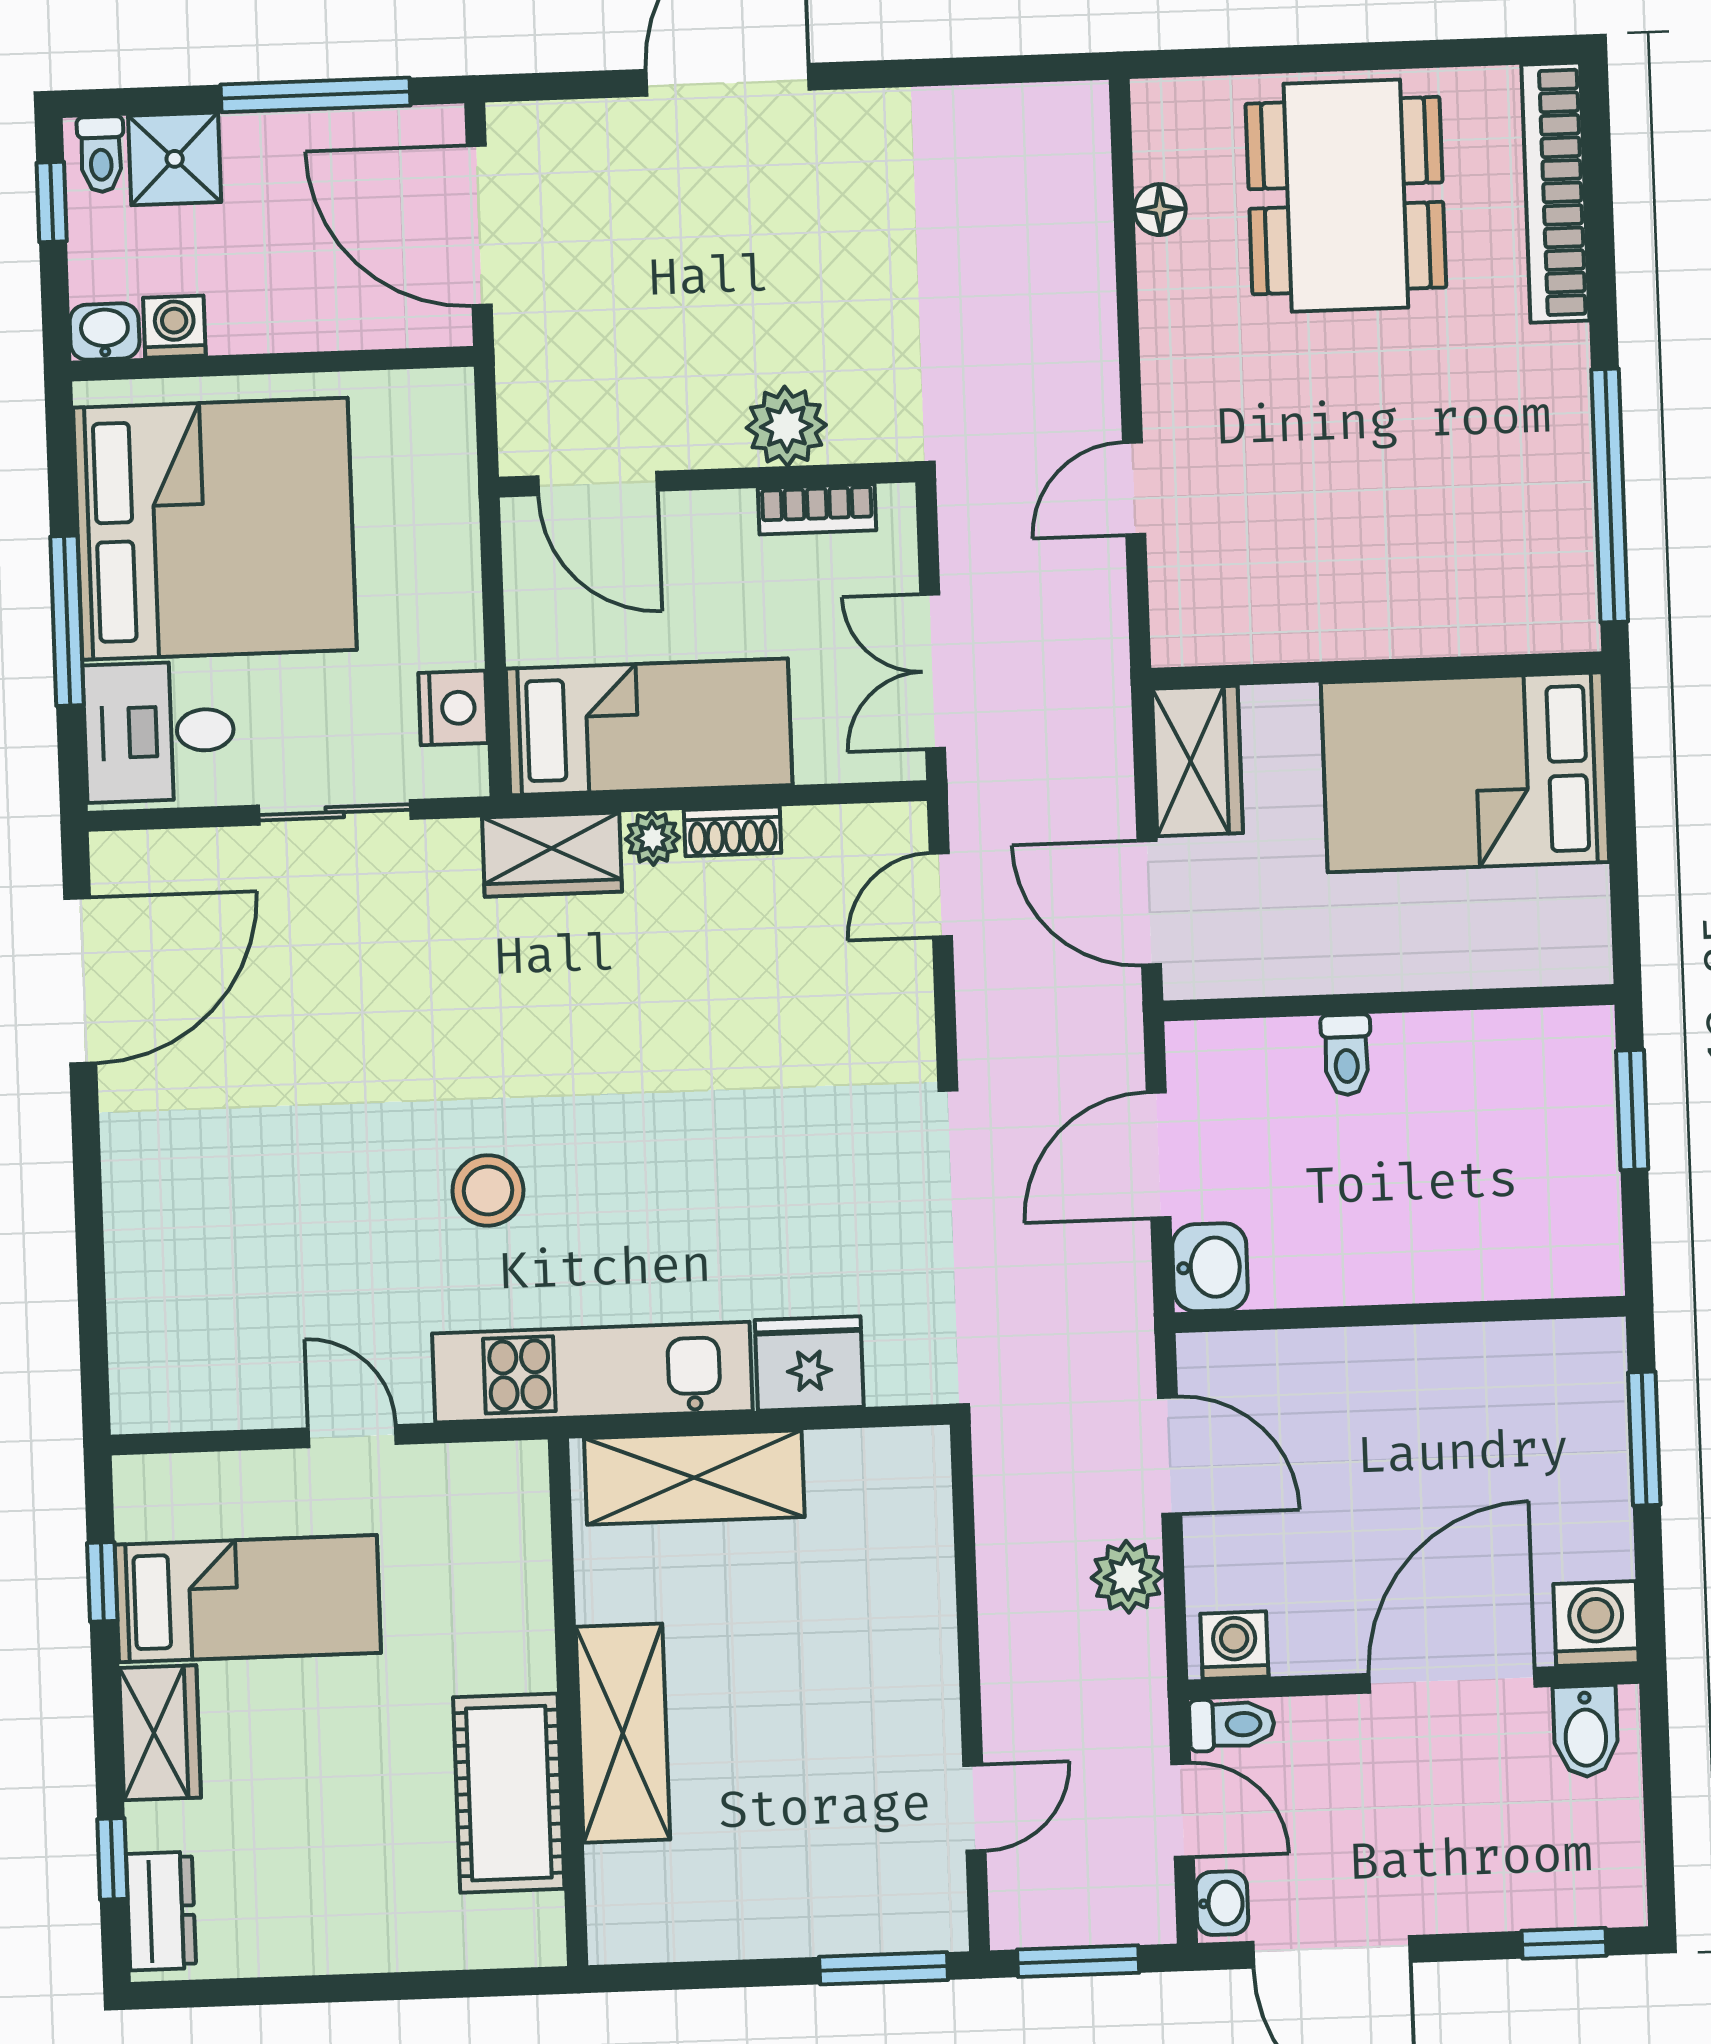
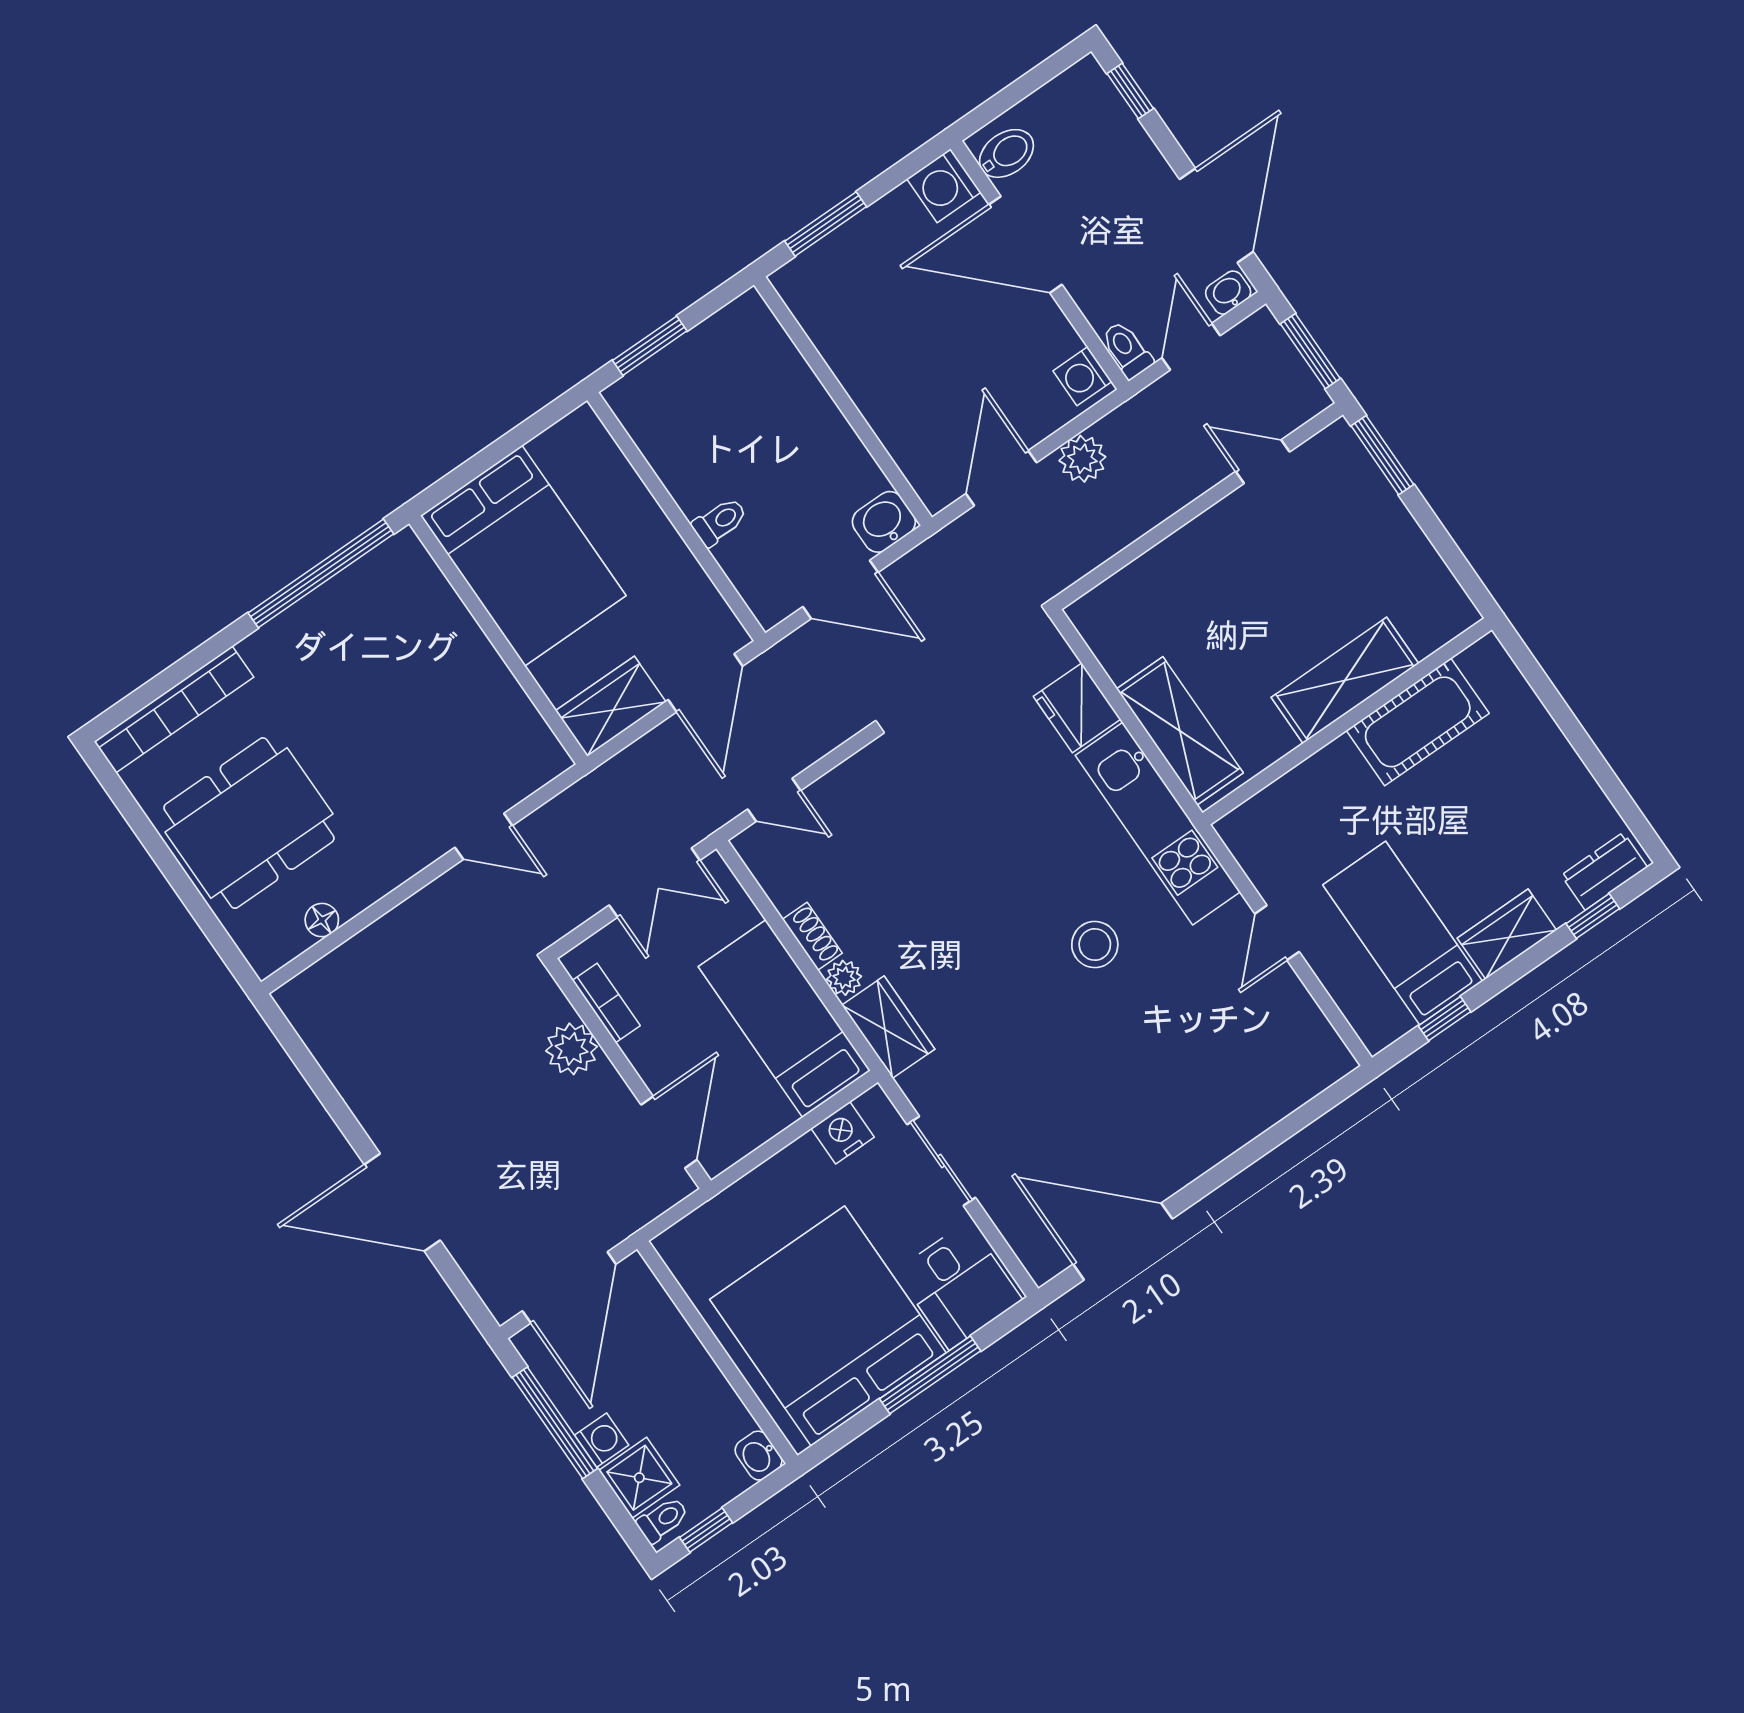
washing machine: (174, 327) -> (602, 1440), moved, turned 180

